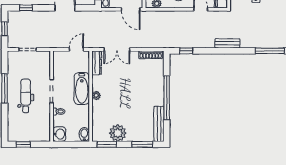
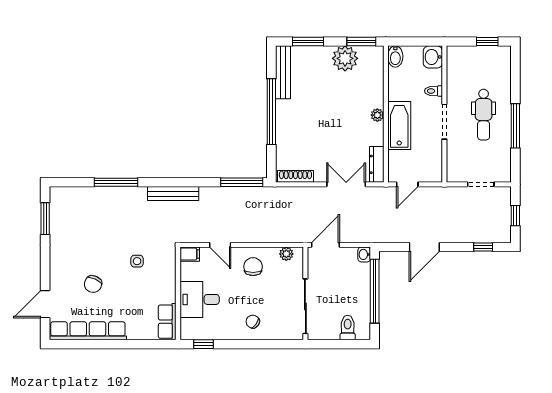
door: (131, 9) -> (326, 245), hinge flipped
bench: (227, 43) -> (173, 194), width x1.36
window: (186, 51) -> (242, 182), width x2.17

